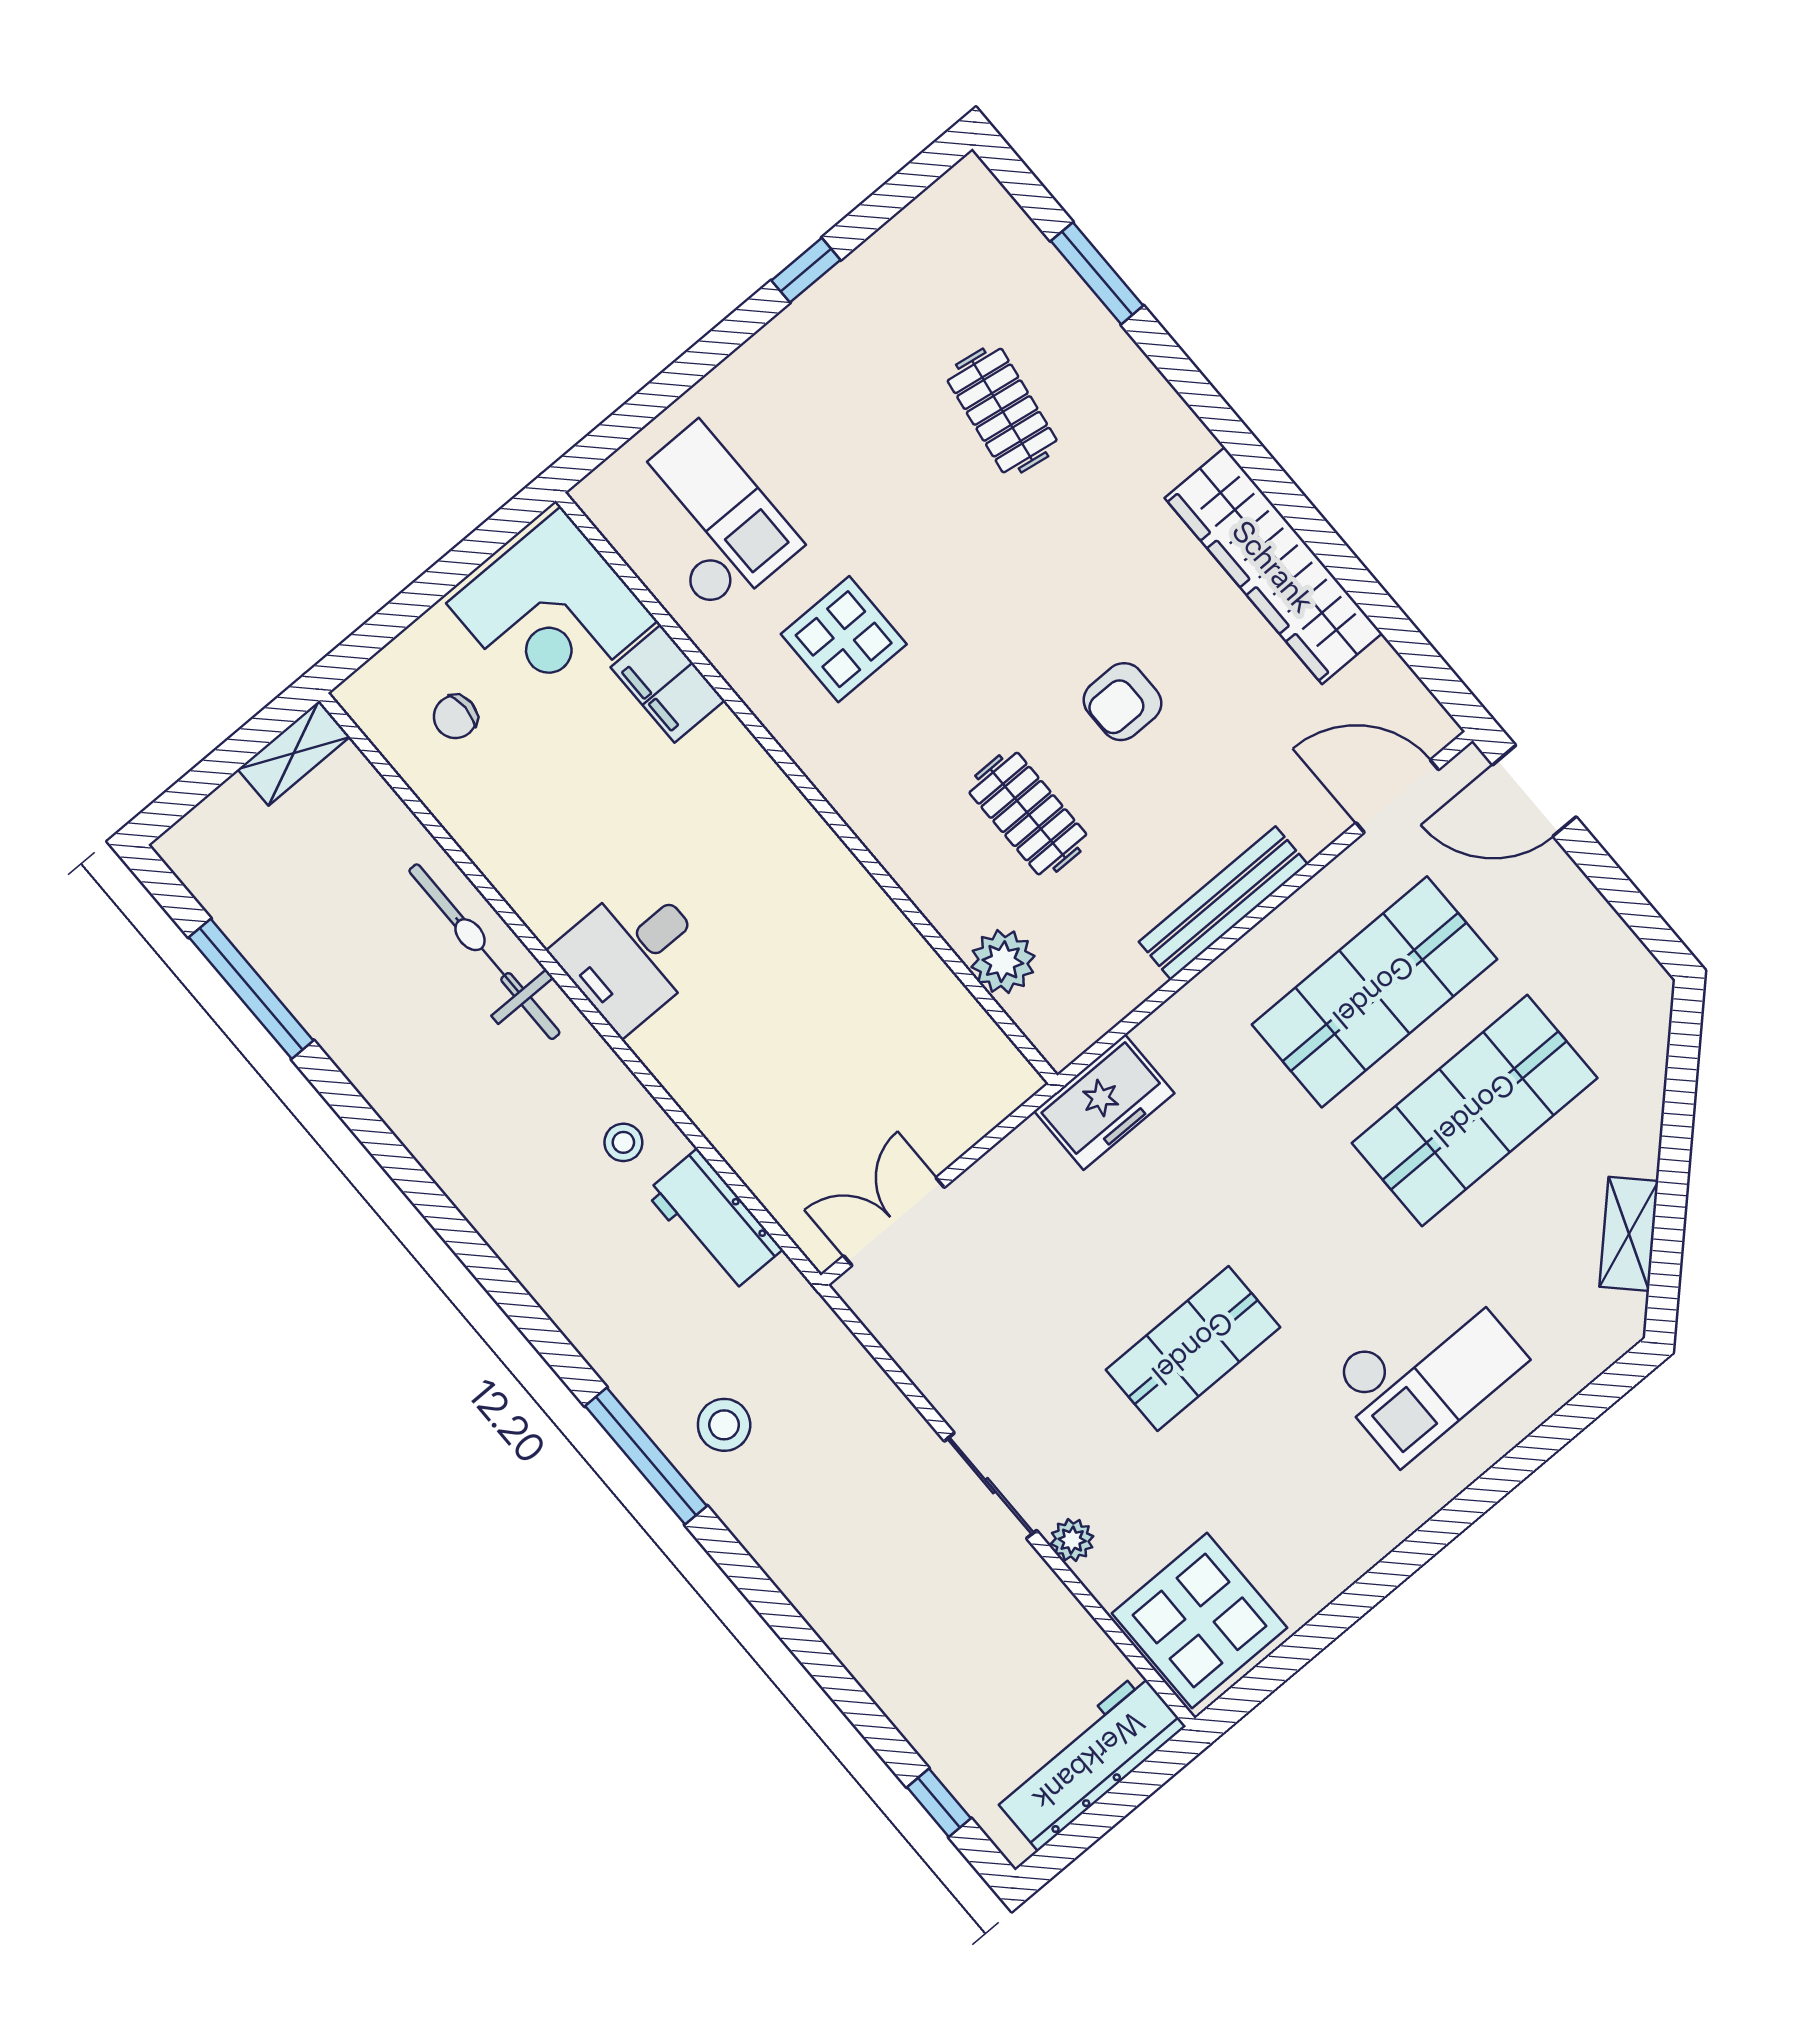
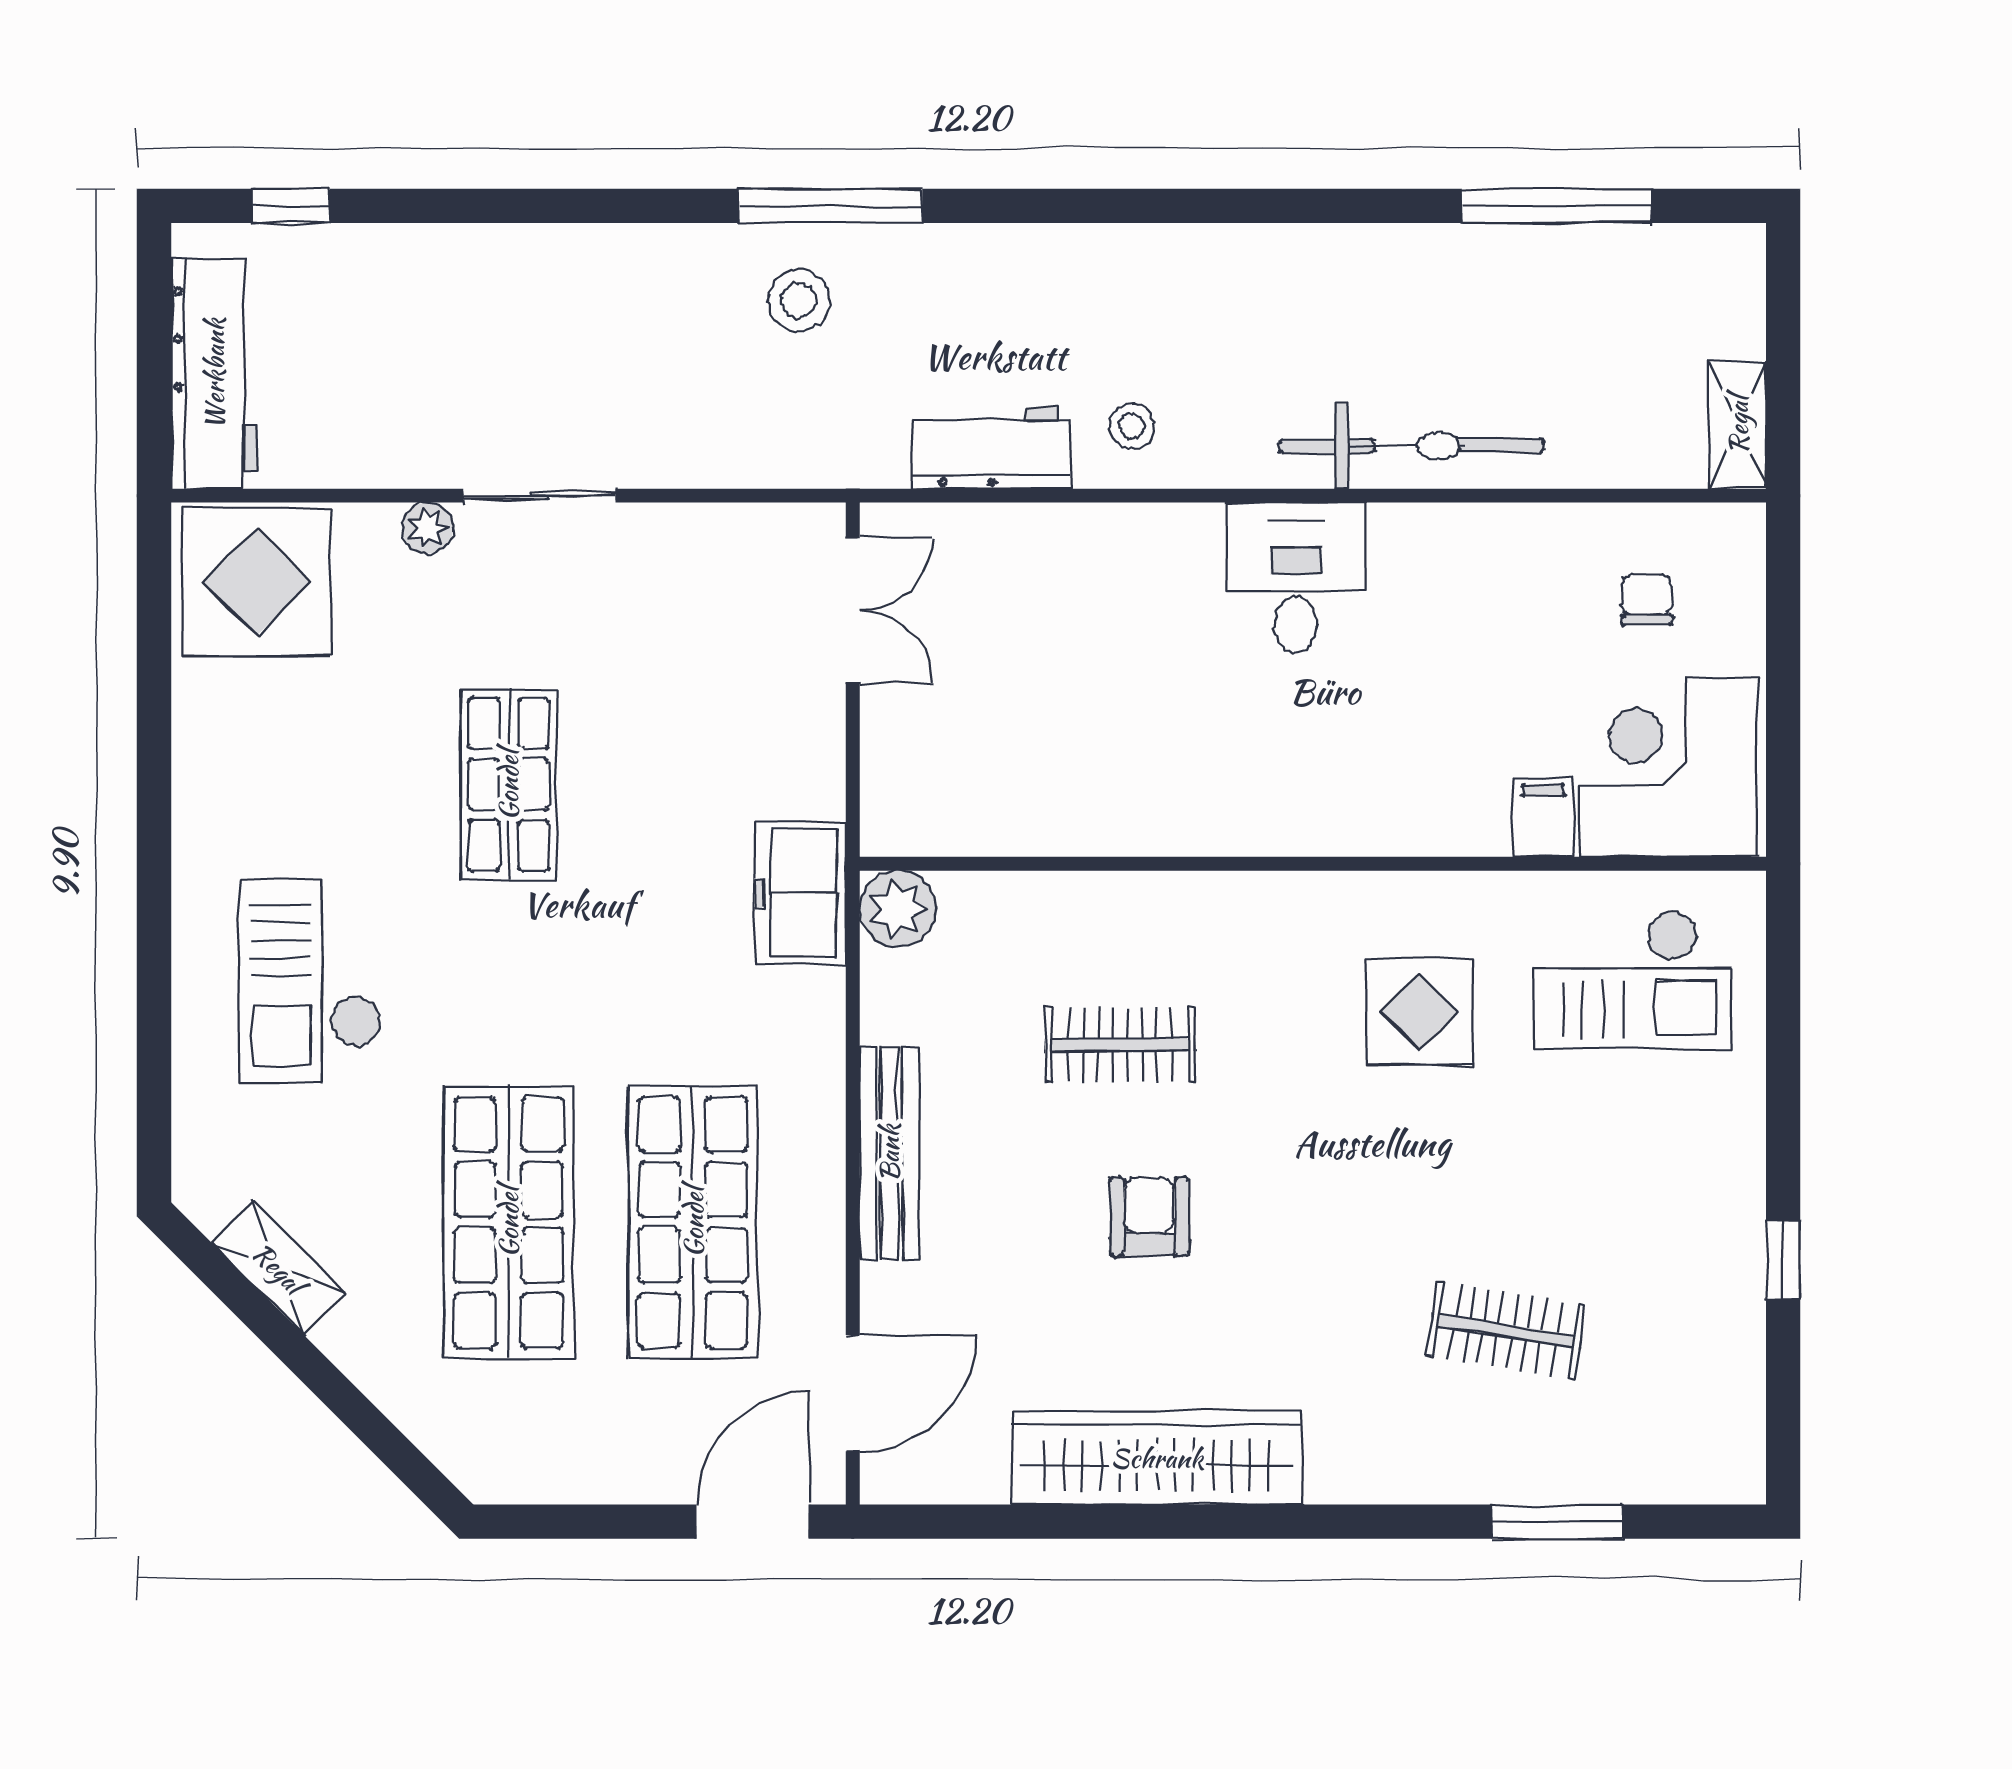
filing cabinet: (668, 684) -> (1543, 818), width x0.50
plant: (1003, 962) -> (898, 909), moved

